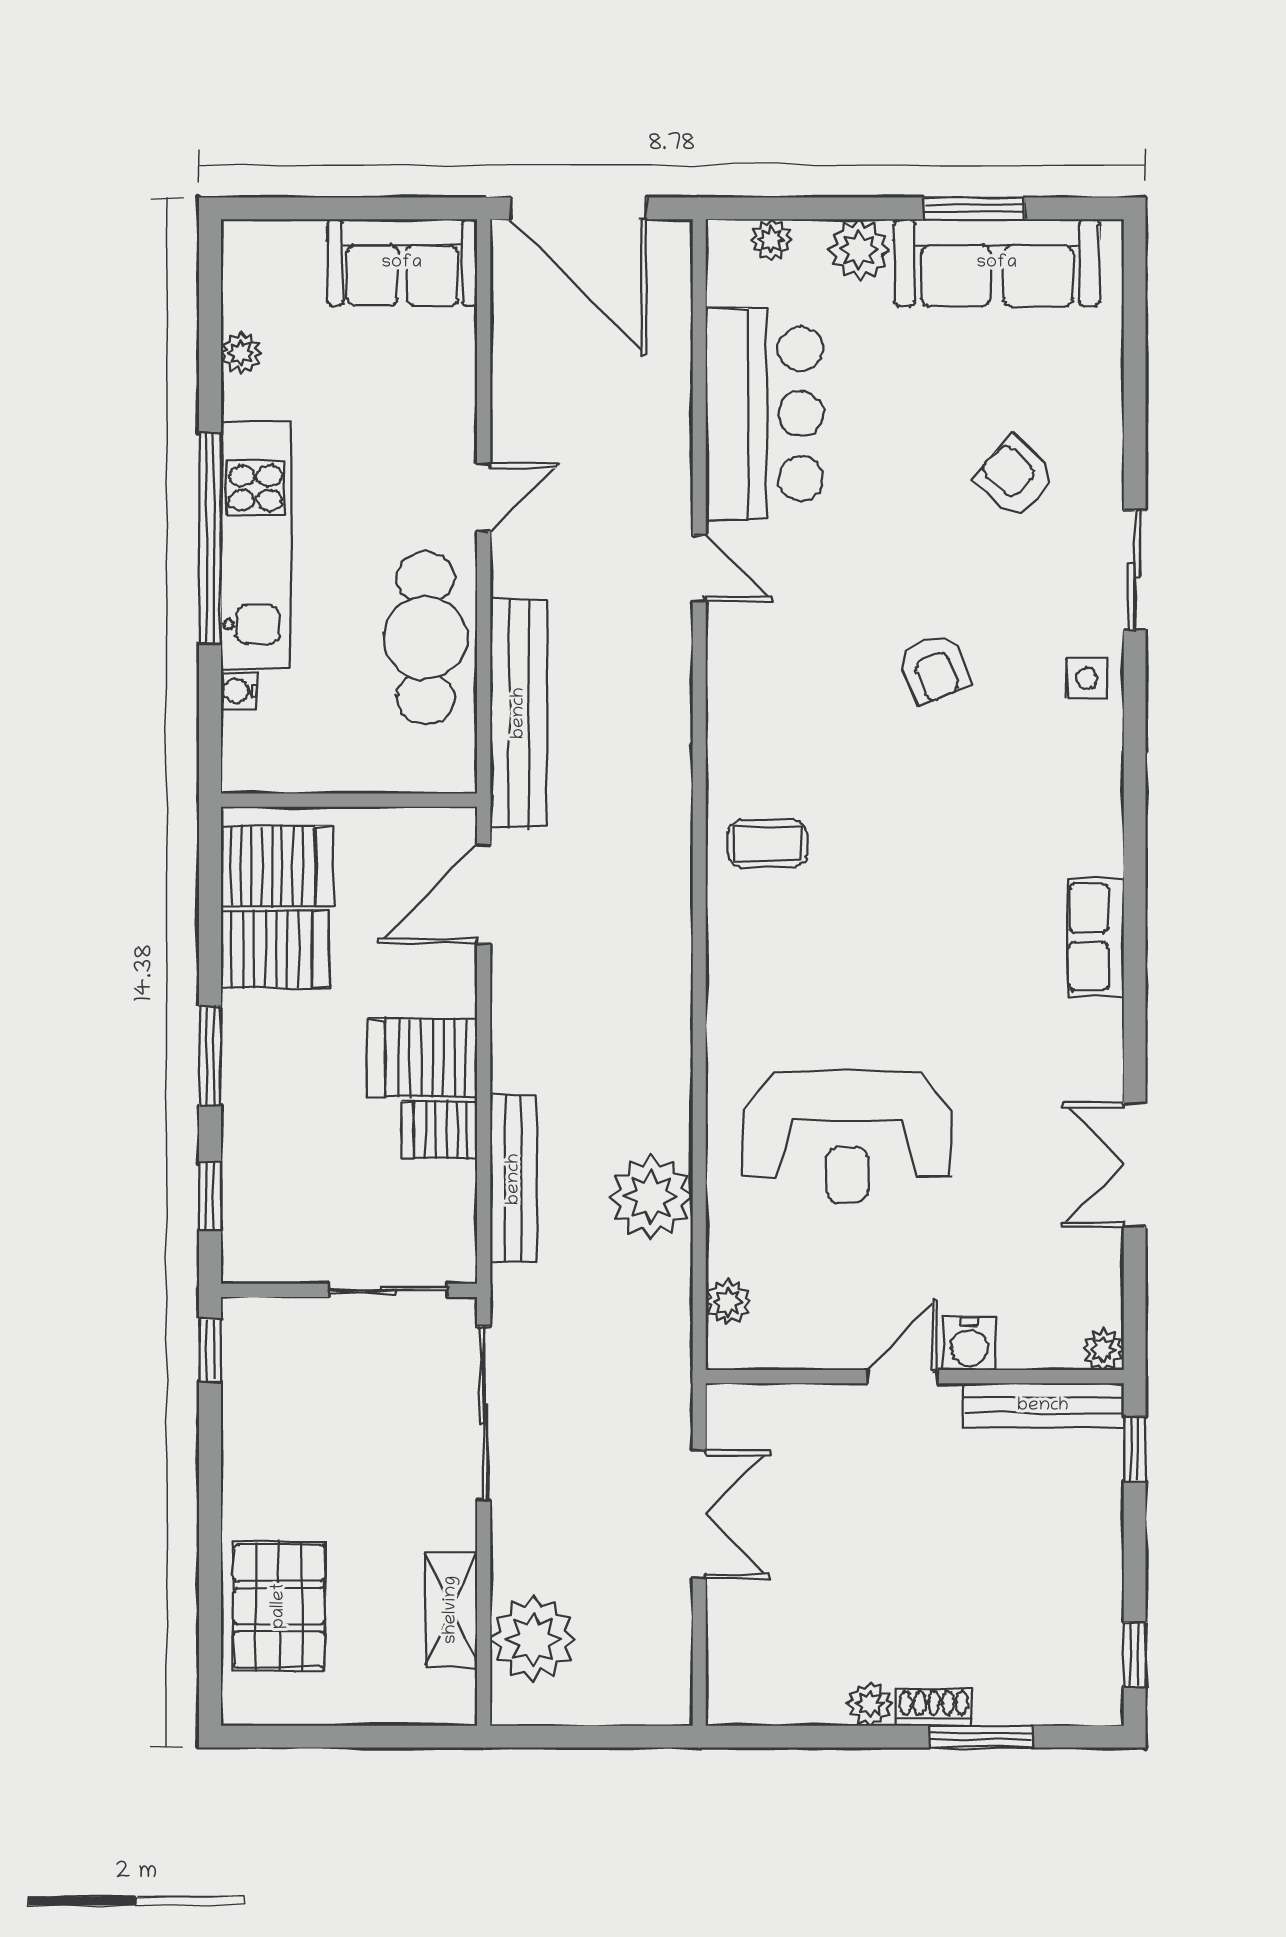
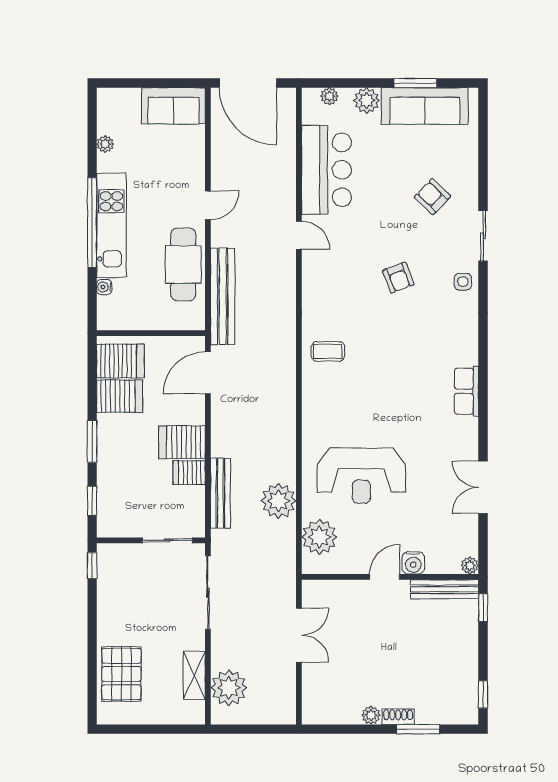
plant: (728, 1302) -> (319, 537), width x1.88, depth x1.88

